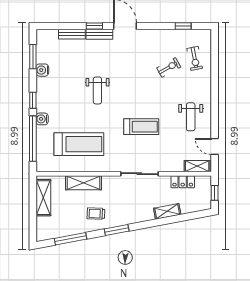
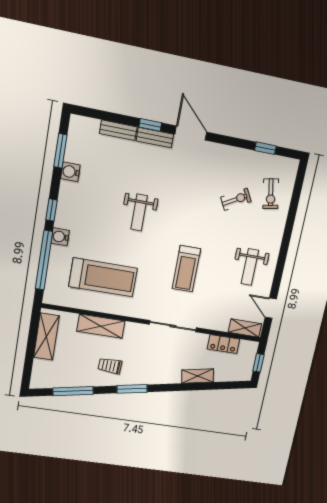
treadmill: (141, 127) -> (186, 269), turned 90

